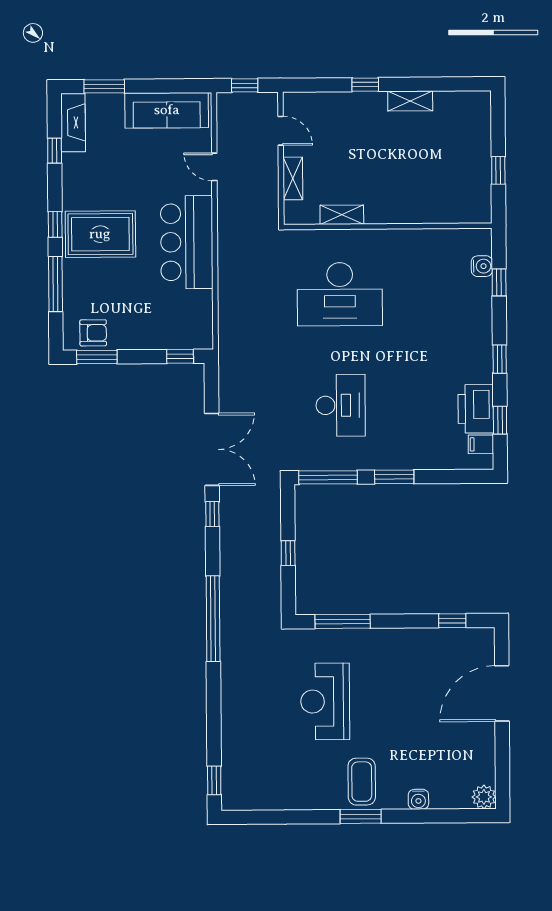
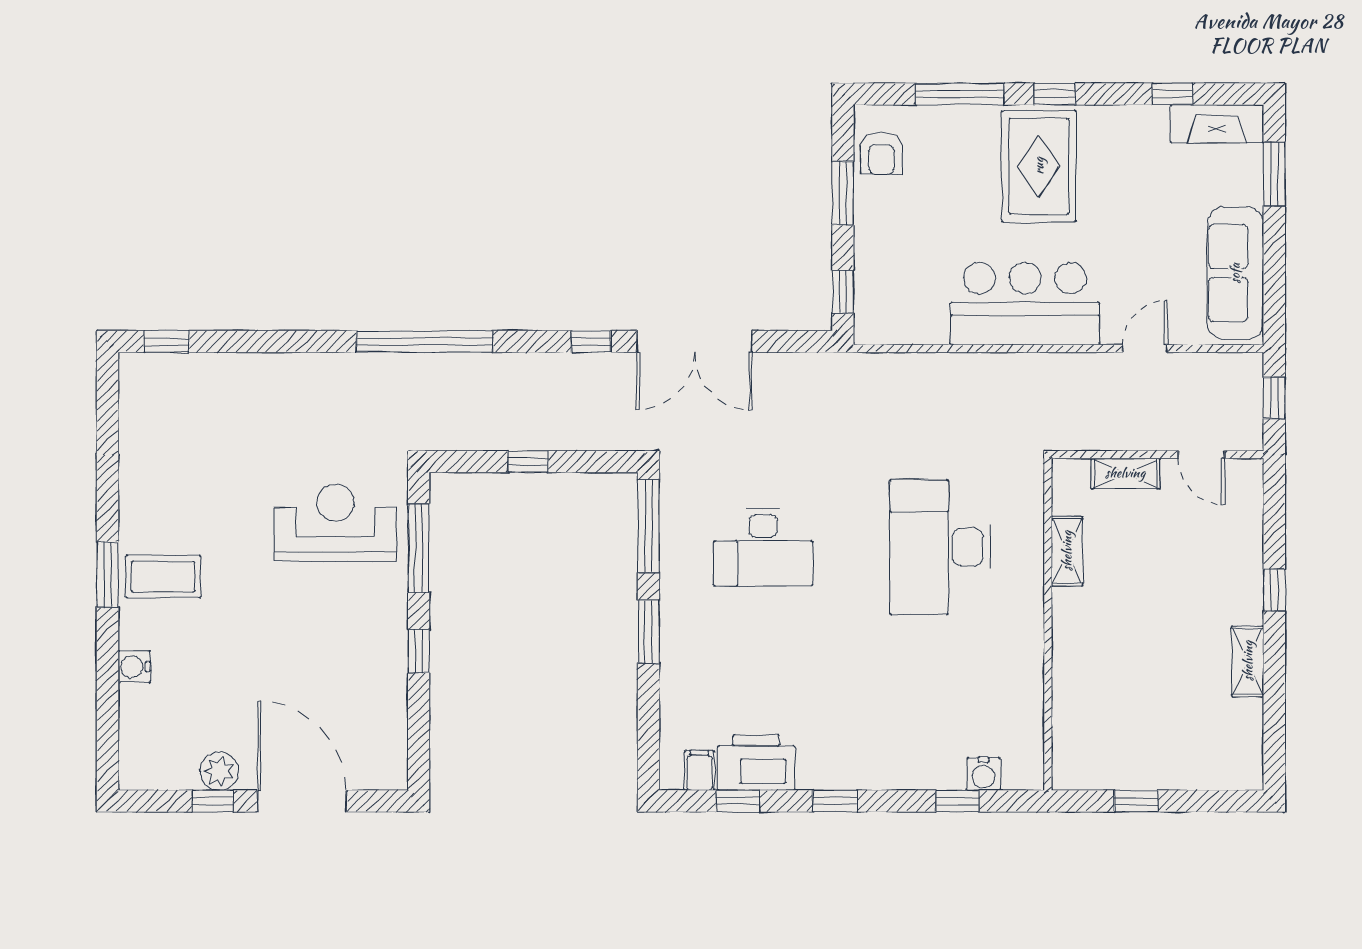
door: (281, 131) -> (1202, 455), hinge flipped
window: (97, 357) -> (843, 193), moved
window: (452, 621) -> (419, 651), moved
reception desk: (325, 701) -> (336, 523), moved
window: (502, 749) -> (213, 801), added
plant: (484, 797) -> (219, 771), moved

